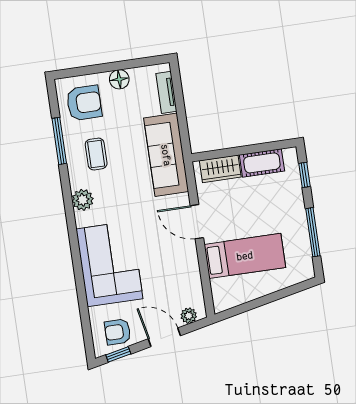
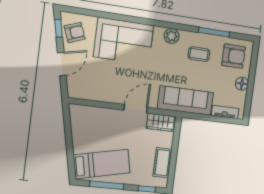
armchair: (84, 103) -> (234, 56), turned -90
wardrobe: (220, 169) -> (160, 122), moved, turned -90
bed: (245, 256) -> (102, 164), moved, turned -102
plant: (189, 316) -> (73, 85), removed
armchair: (118, 332) -> (75, 32), turned 69

